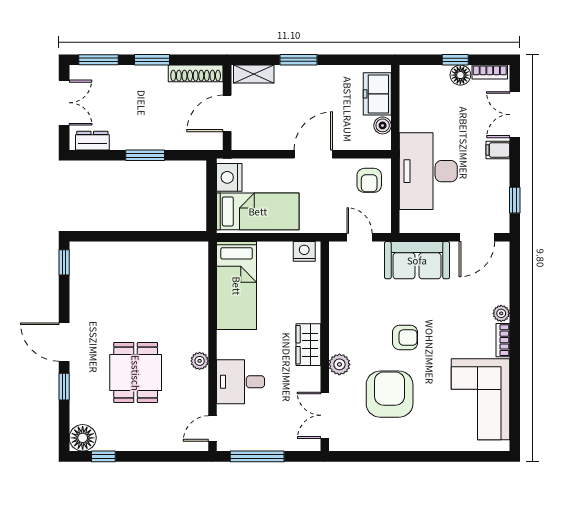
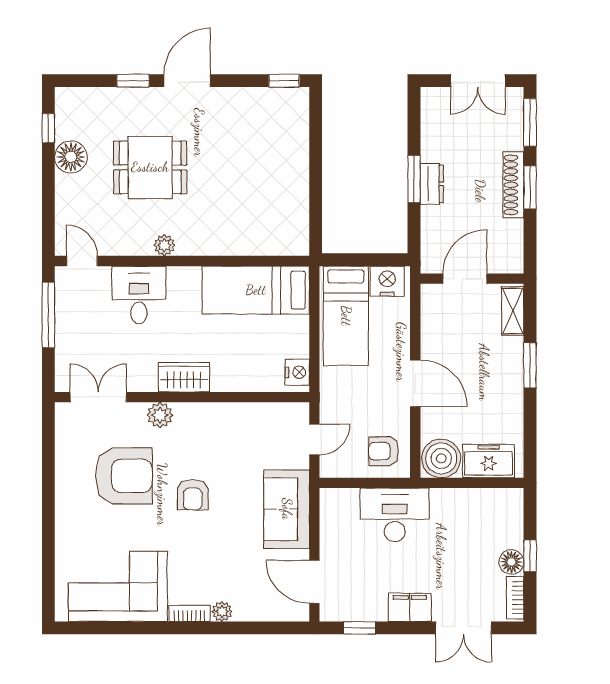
shoe rack: (196, 73) -> (513, 185), moved
door: (227, 113) -> (465, 279), hinge flipped
double door: (515, 115) -> (463, 628), swing flipped
boiler: (383, 125) -> (441, 458), width x1.86, depth x1.86
dresser: (92, 141) -> (432, 184), moved
filing cabinet: (498, 150) -> (410, 607), width x2.00
desk: (428, 171) -> (395, 515), width x0.73, depth x0.77
floor lamp: (83, 438) -> (71, 157), moved

